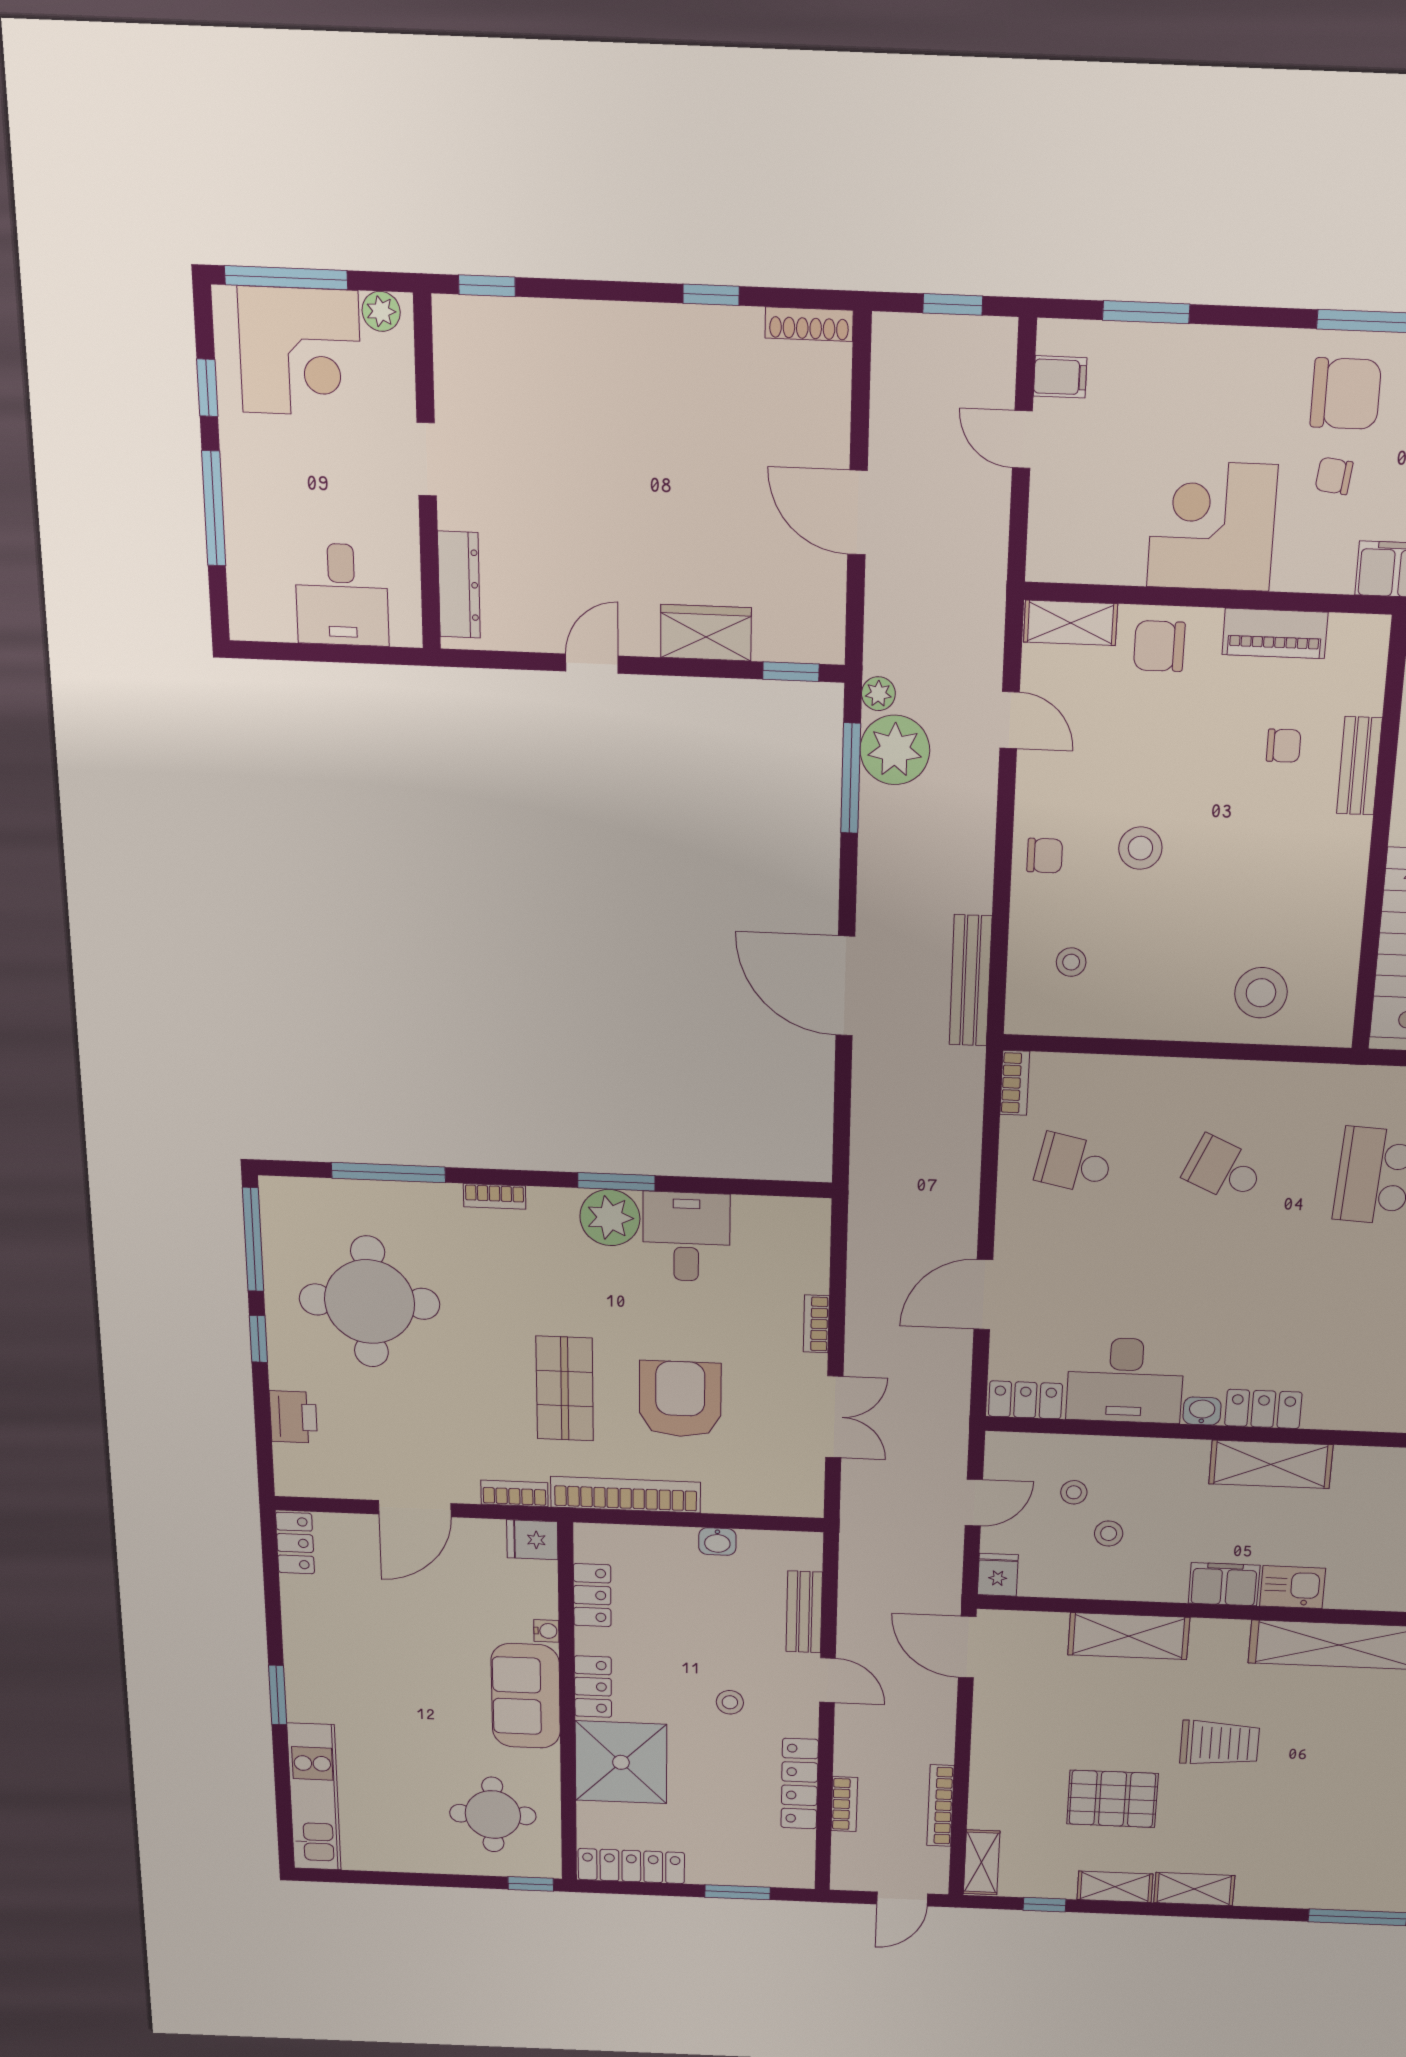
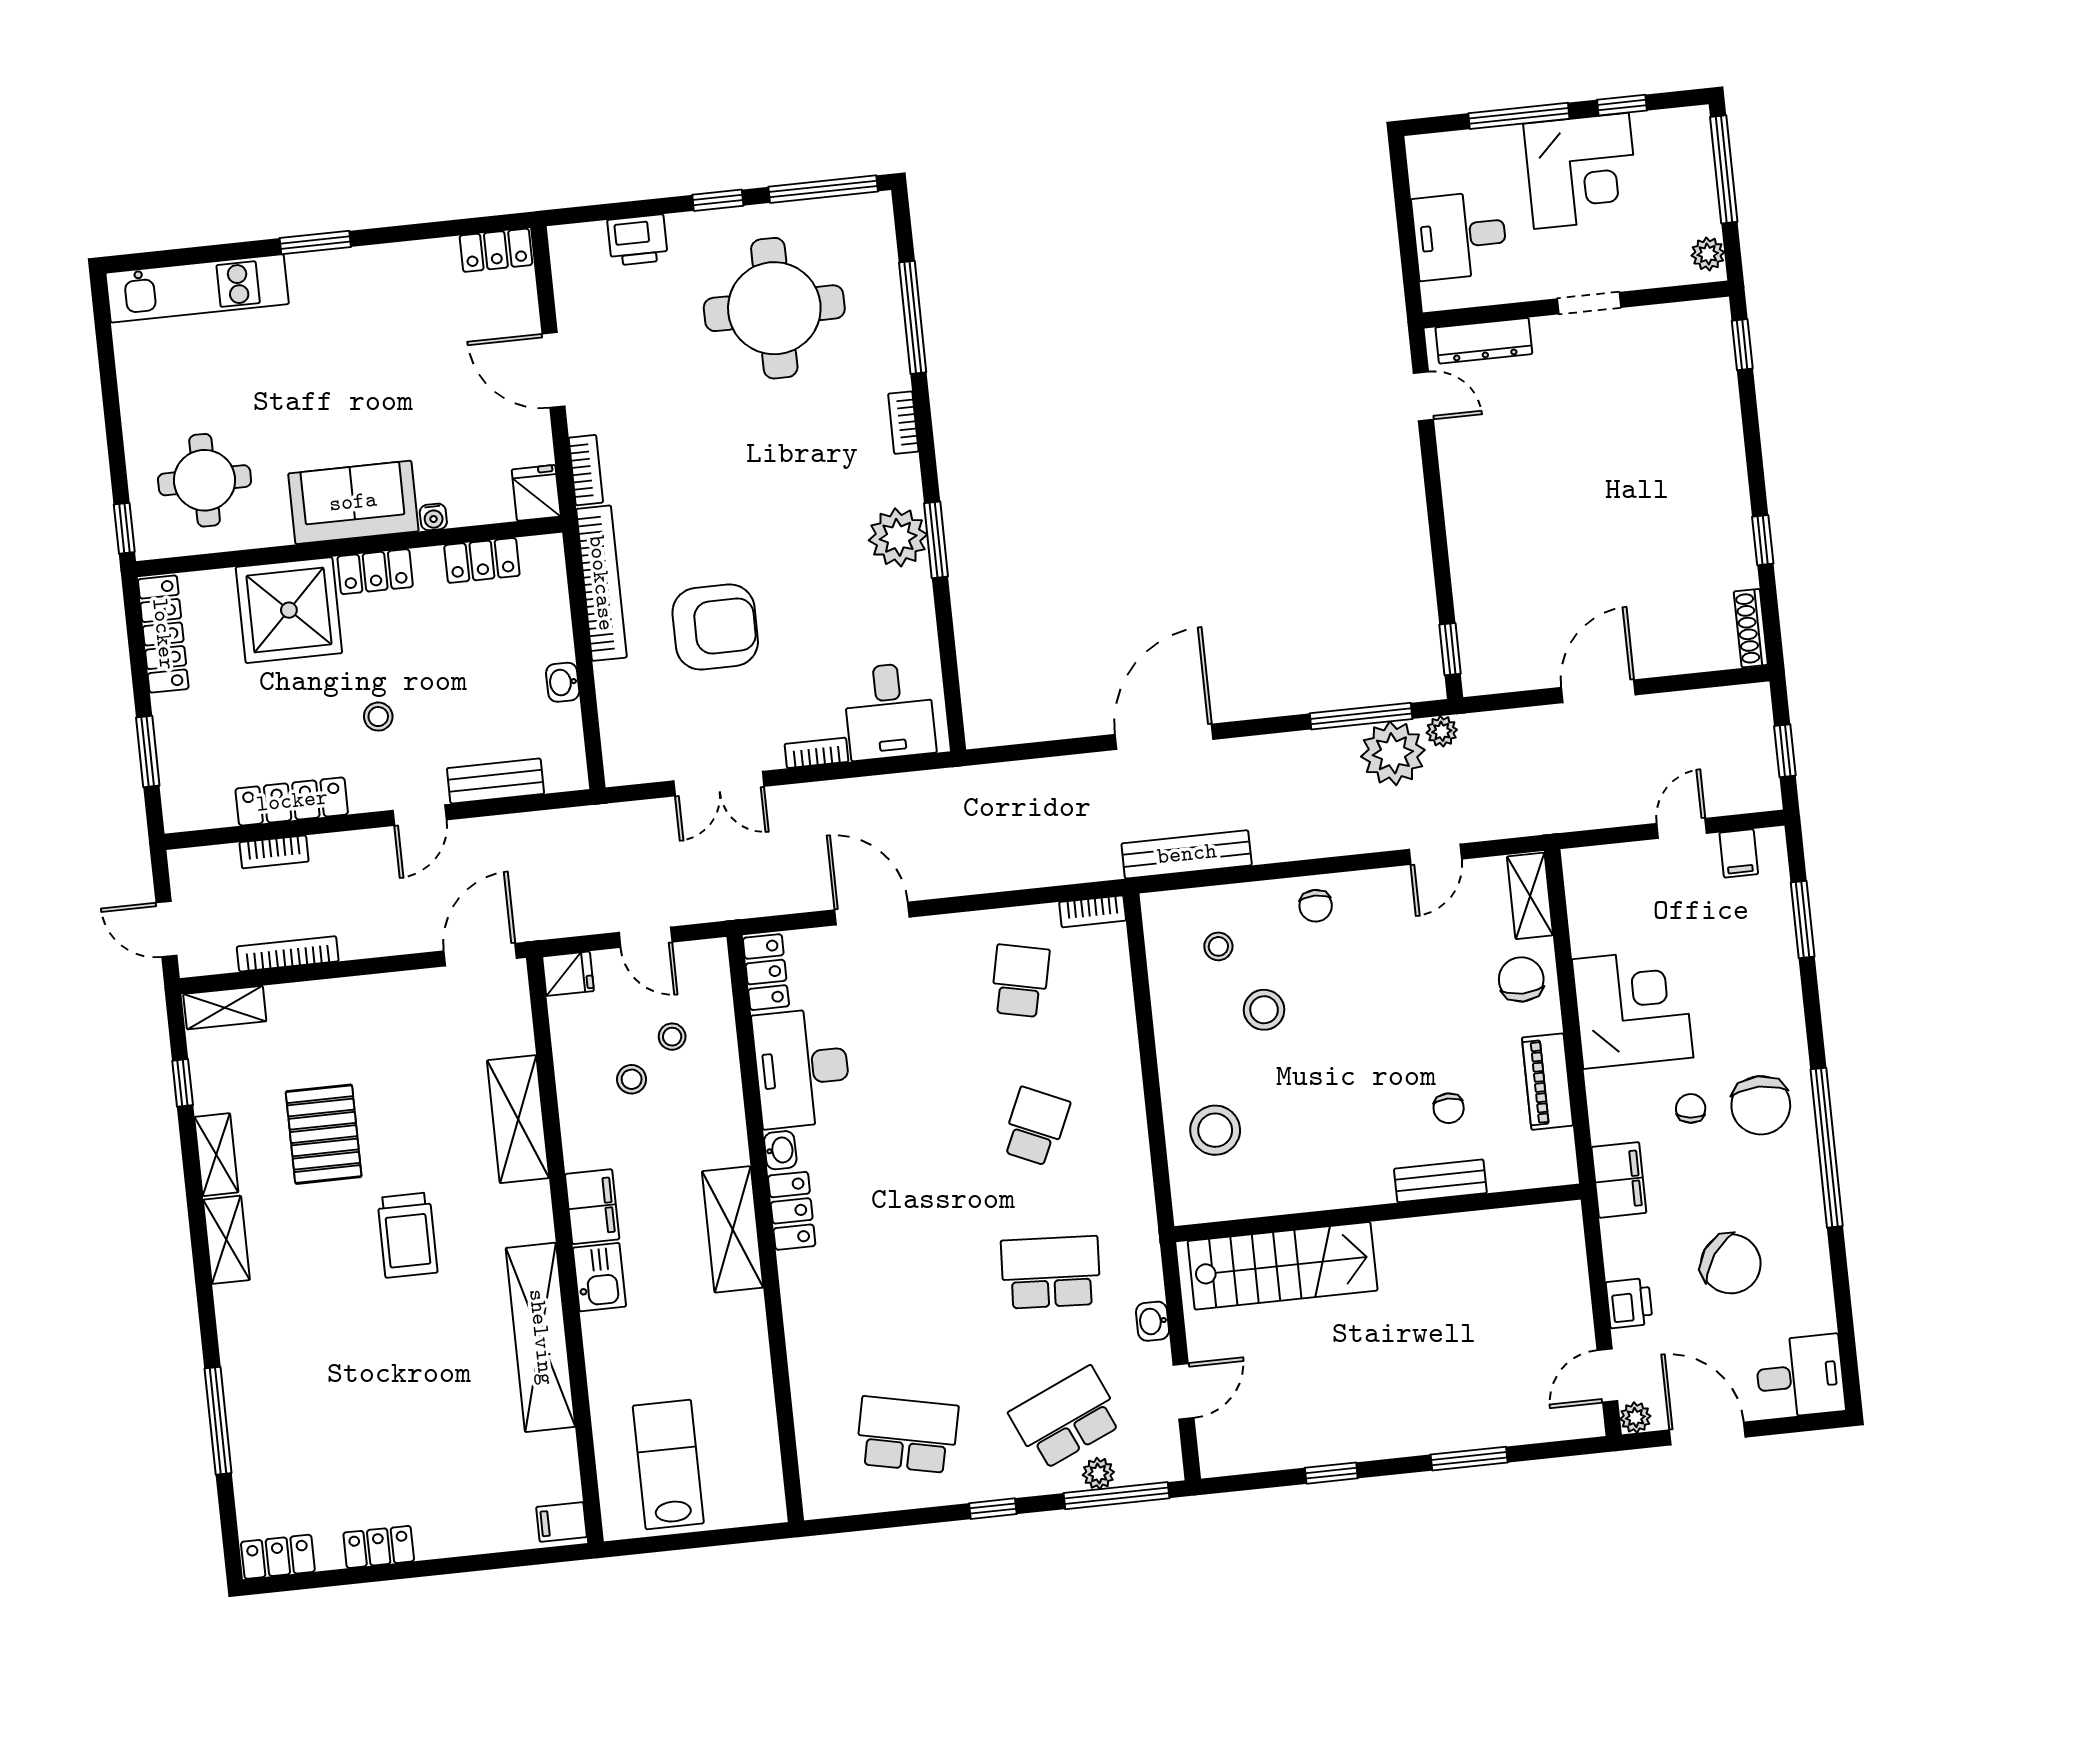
corner desk: (300, 352) -> (1581, 171), moved, turned -90
wardrobe: (706, 633) -> (1474, 568), removed
door: (592, 664) -> (1423, 396), moved
stool: (1140, 848) -> (1264, 1010), moved
desk: (686, 1237) -> (889, 711), moved, turned 90
shop shelf: (565, 1389) -> (709, 510), removed

